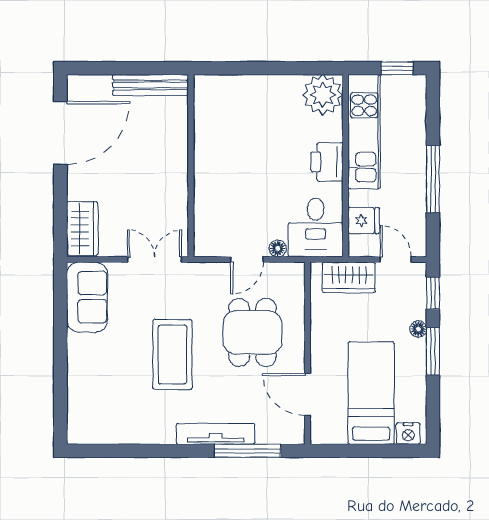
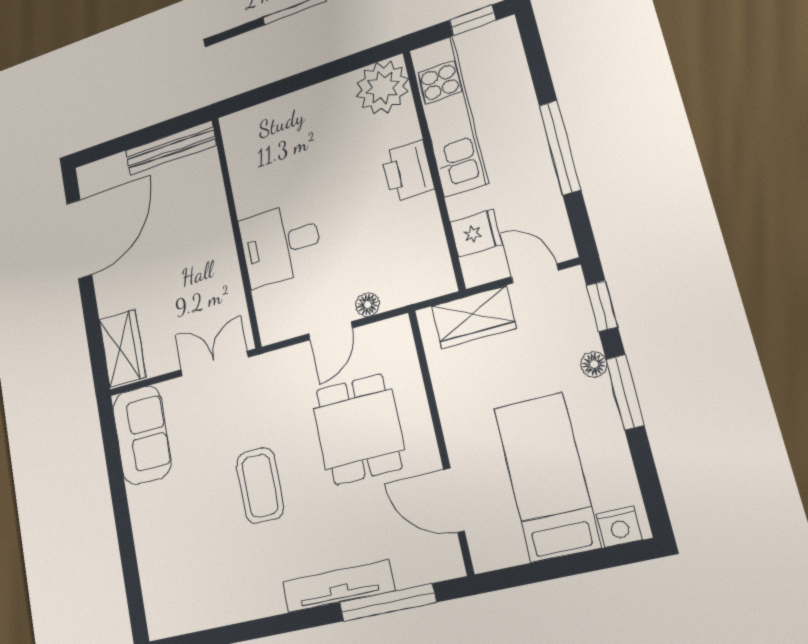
desk: (316, 227) -> (281, 244), moved, turned 90
coffee table: (172, 354) -> (260, 486), width x0.73, depth x0.76

